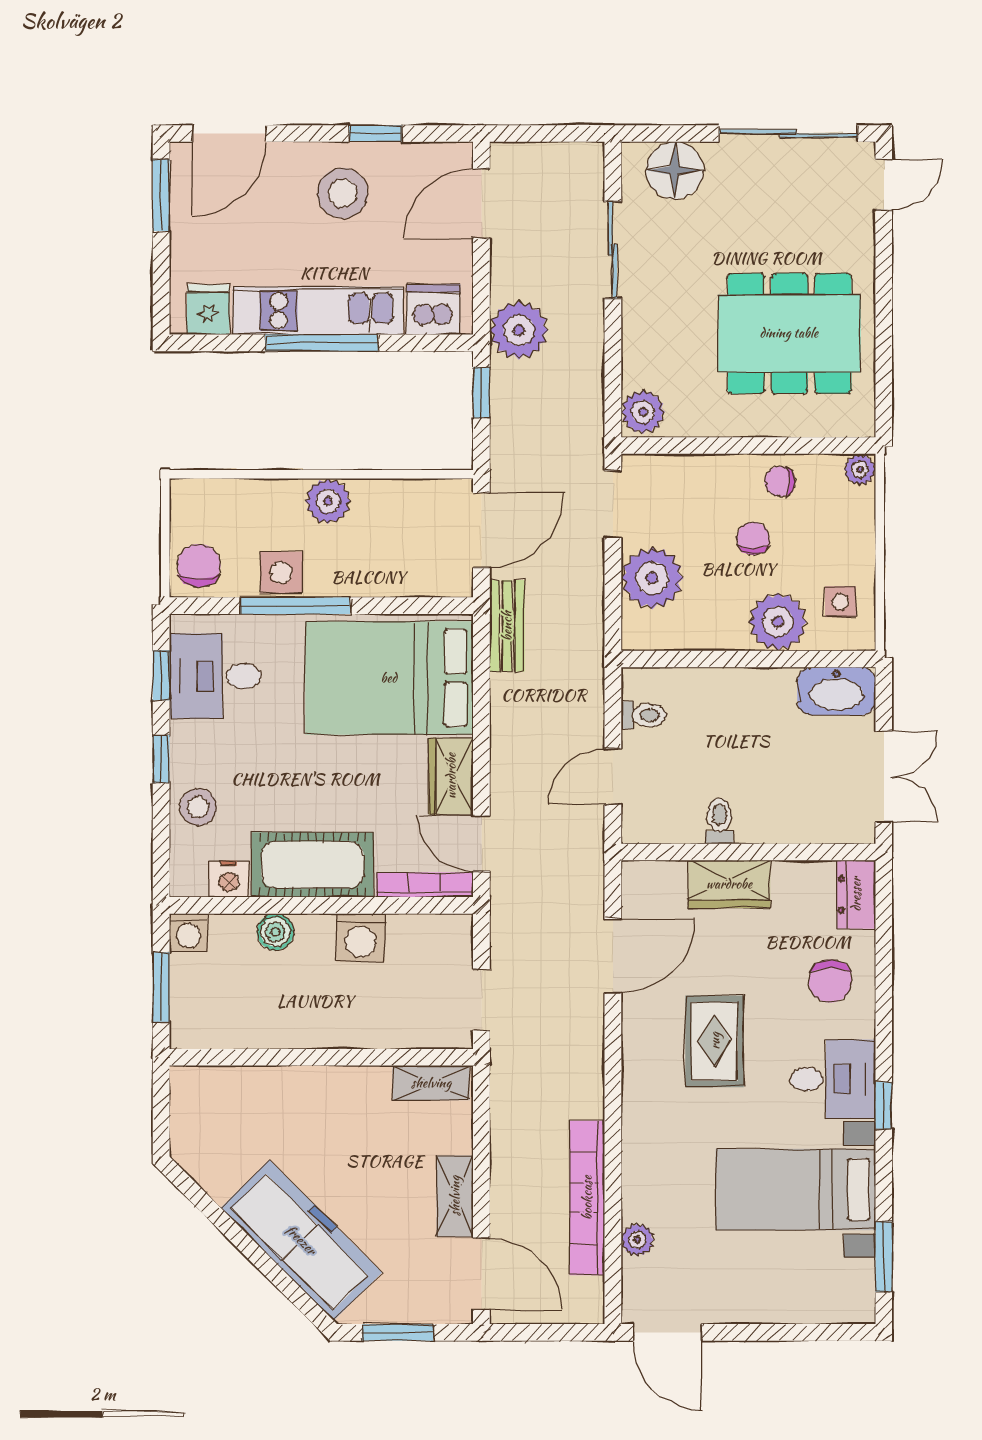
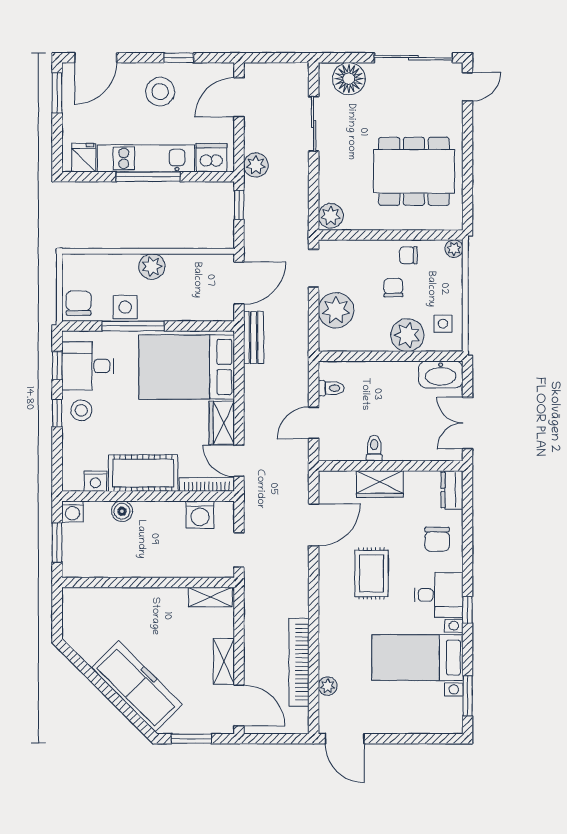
plant: (519, 330) -> (256, 165), width x0.73, depth x0.73
double door: (884, 777) -> (468, 423), swing flipped
stool: (198, 807) -> (81, 410), moved
washing machine: (361, 938) -> (200, 515), moved

